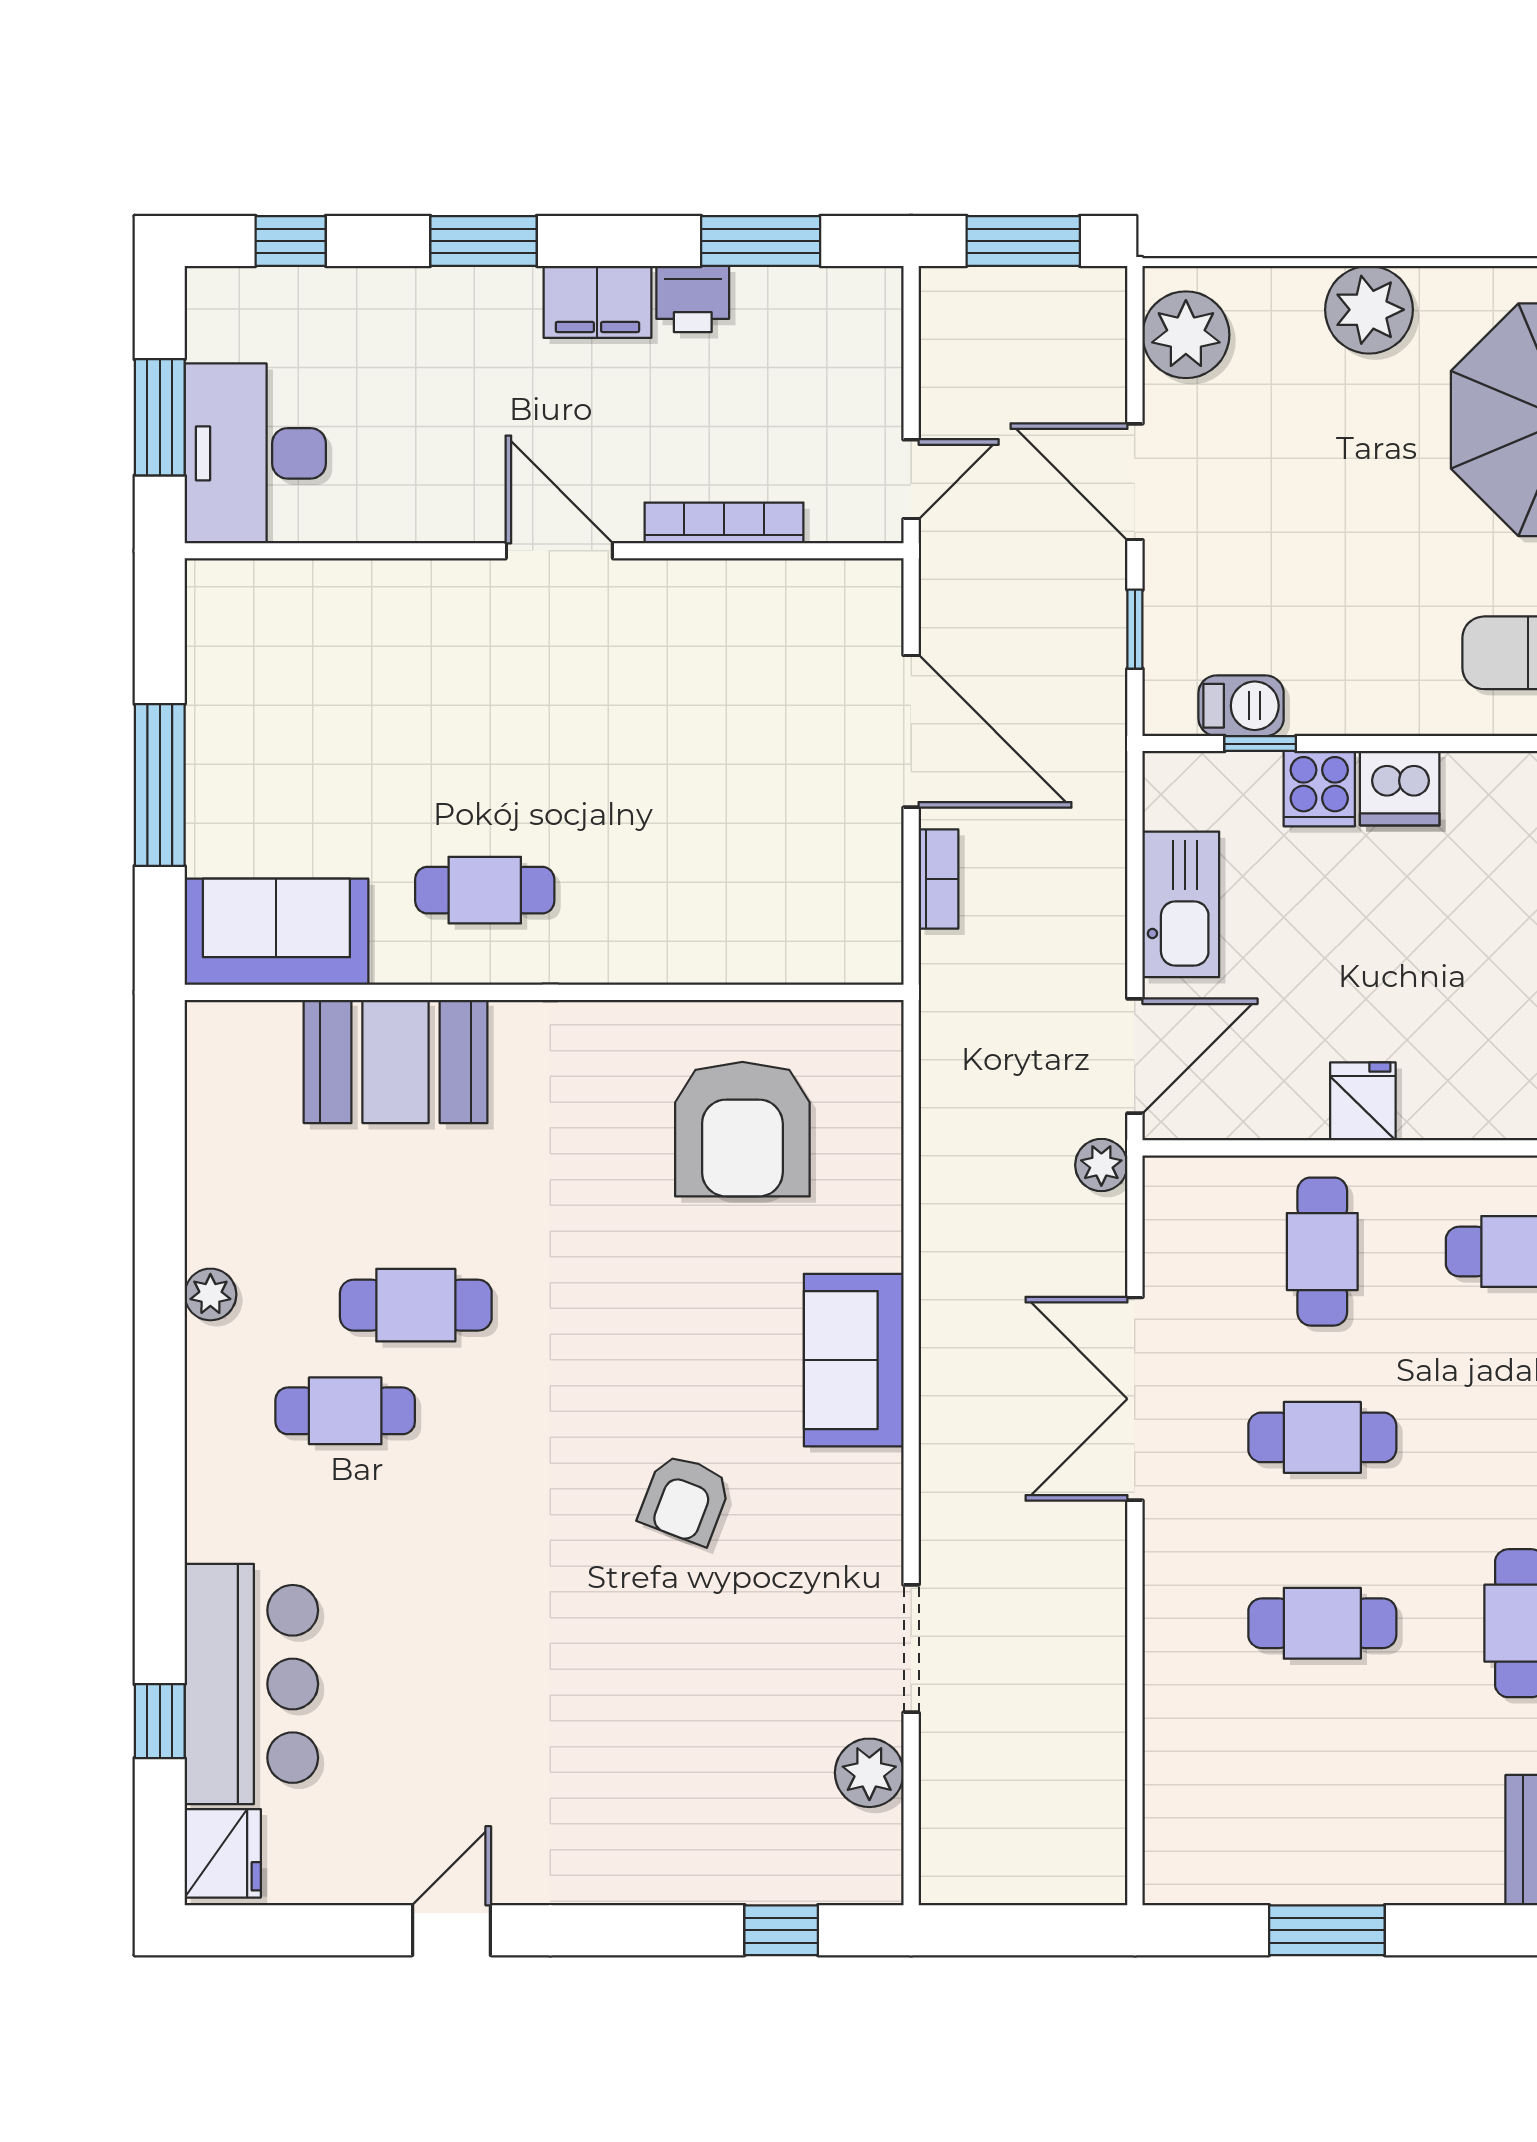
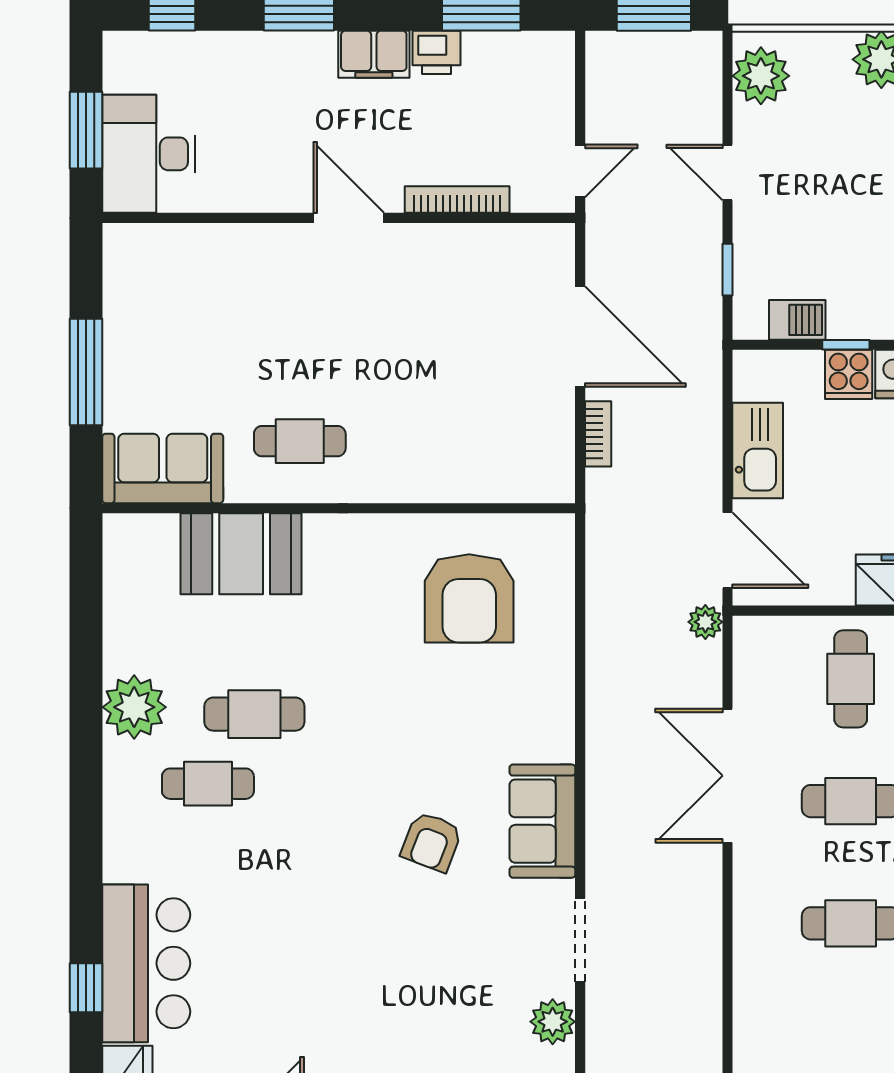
door: (1135, 482) -> (727, 173), width x0.73
window: (1260, 744) -> (846, 345), moved
door: (1135, 1056) -> (727, 550), hinge flipped
plant: (210, 1294) -> (134, 707), width x1.87, depth x1.87
sofa: (854, 1360) -> (542, 821), moved

